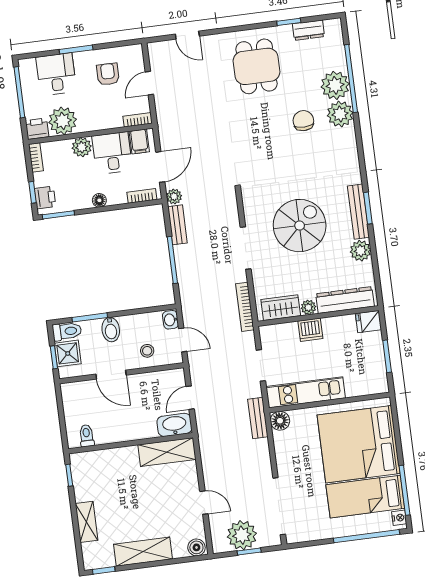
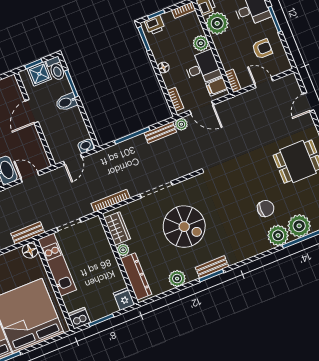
bench: (358, 212) -> (212, 267), width x0.73
dishwasher: (310, 330) -> (79, 318), moved, turned 90
stool: (147, 351) -> (57, 134), removed

